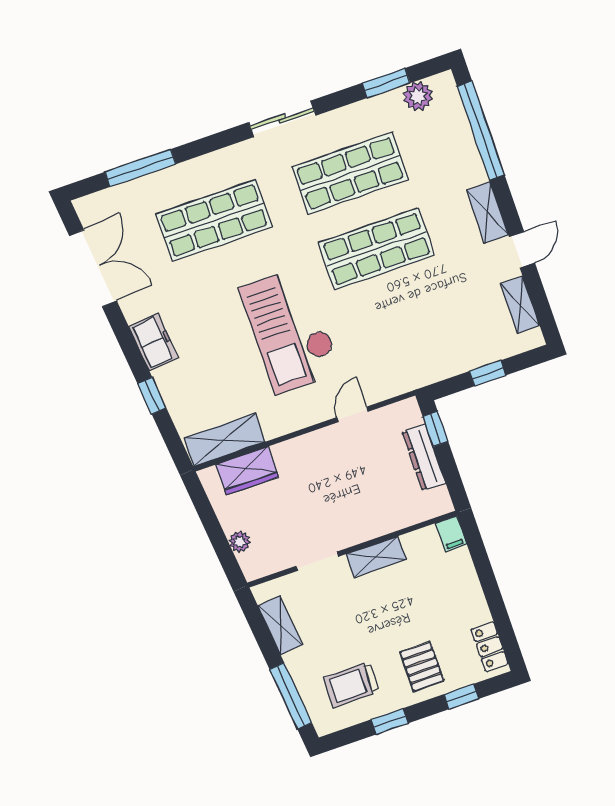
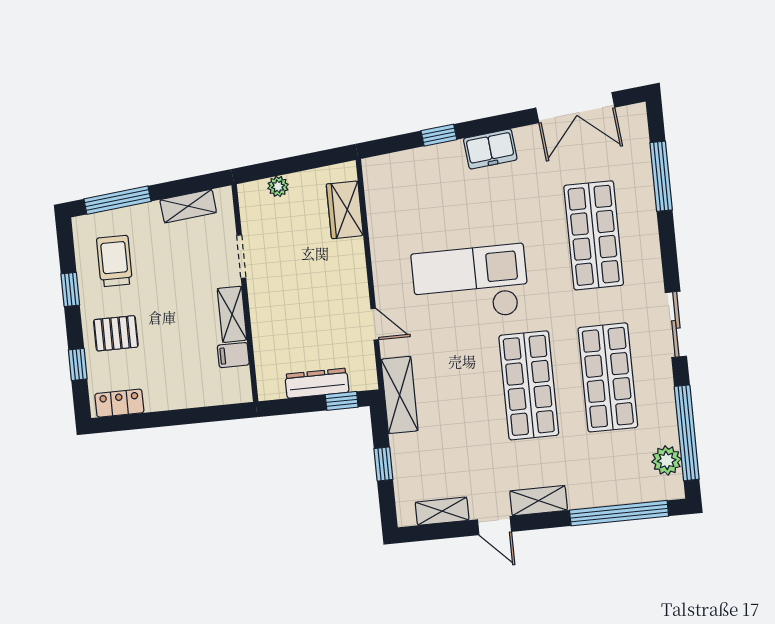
window: (386, 83) -> (687, 433), width x2.11
shelving: (225, 440) -> (400, 395), moved
filing cabinet: (451, 534) -> (233, 355), moved

